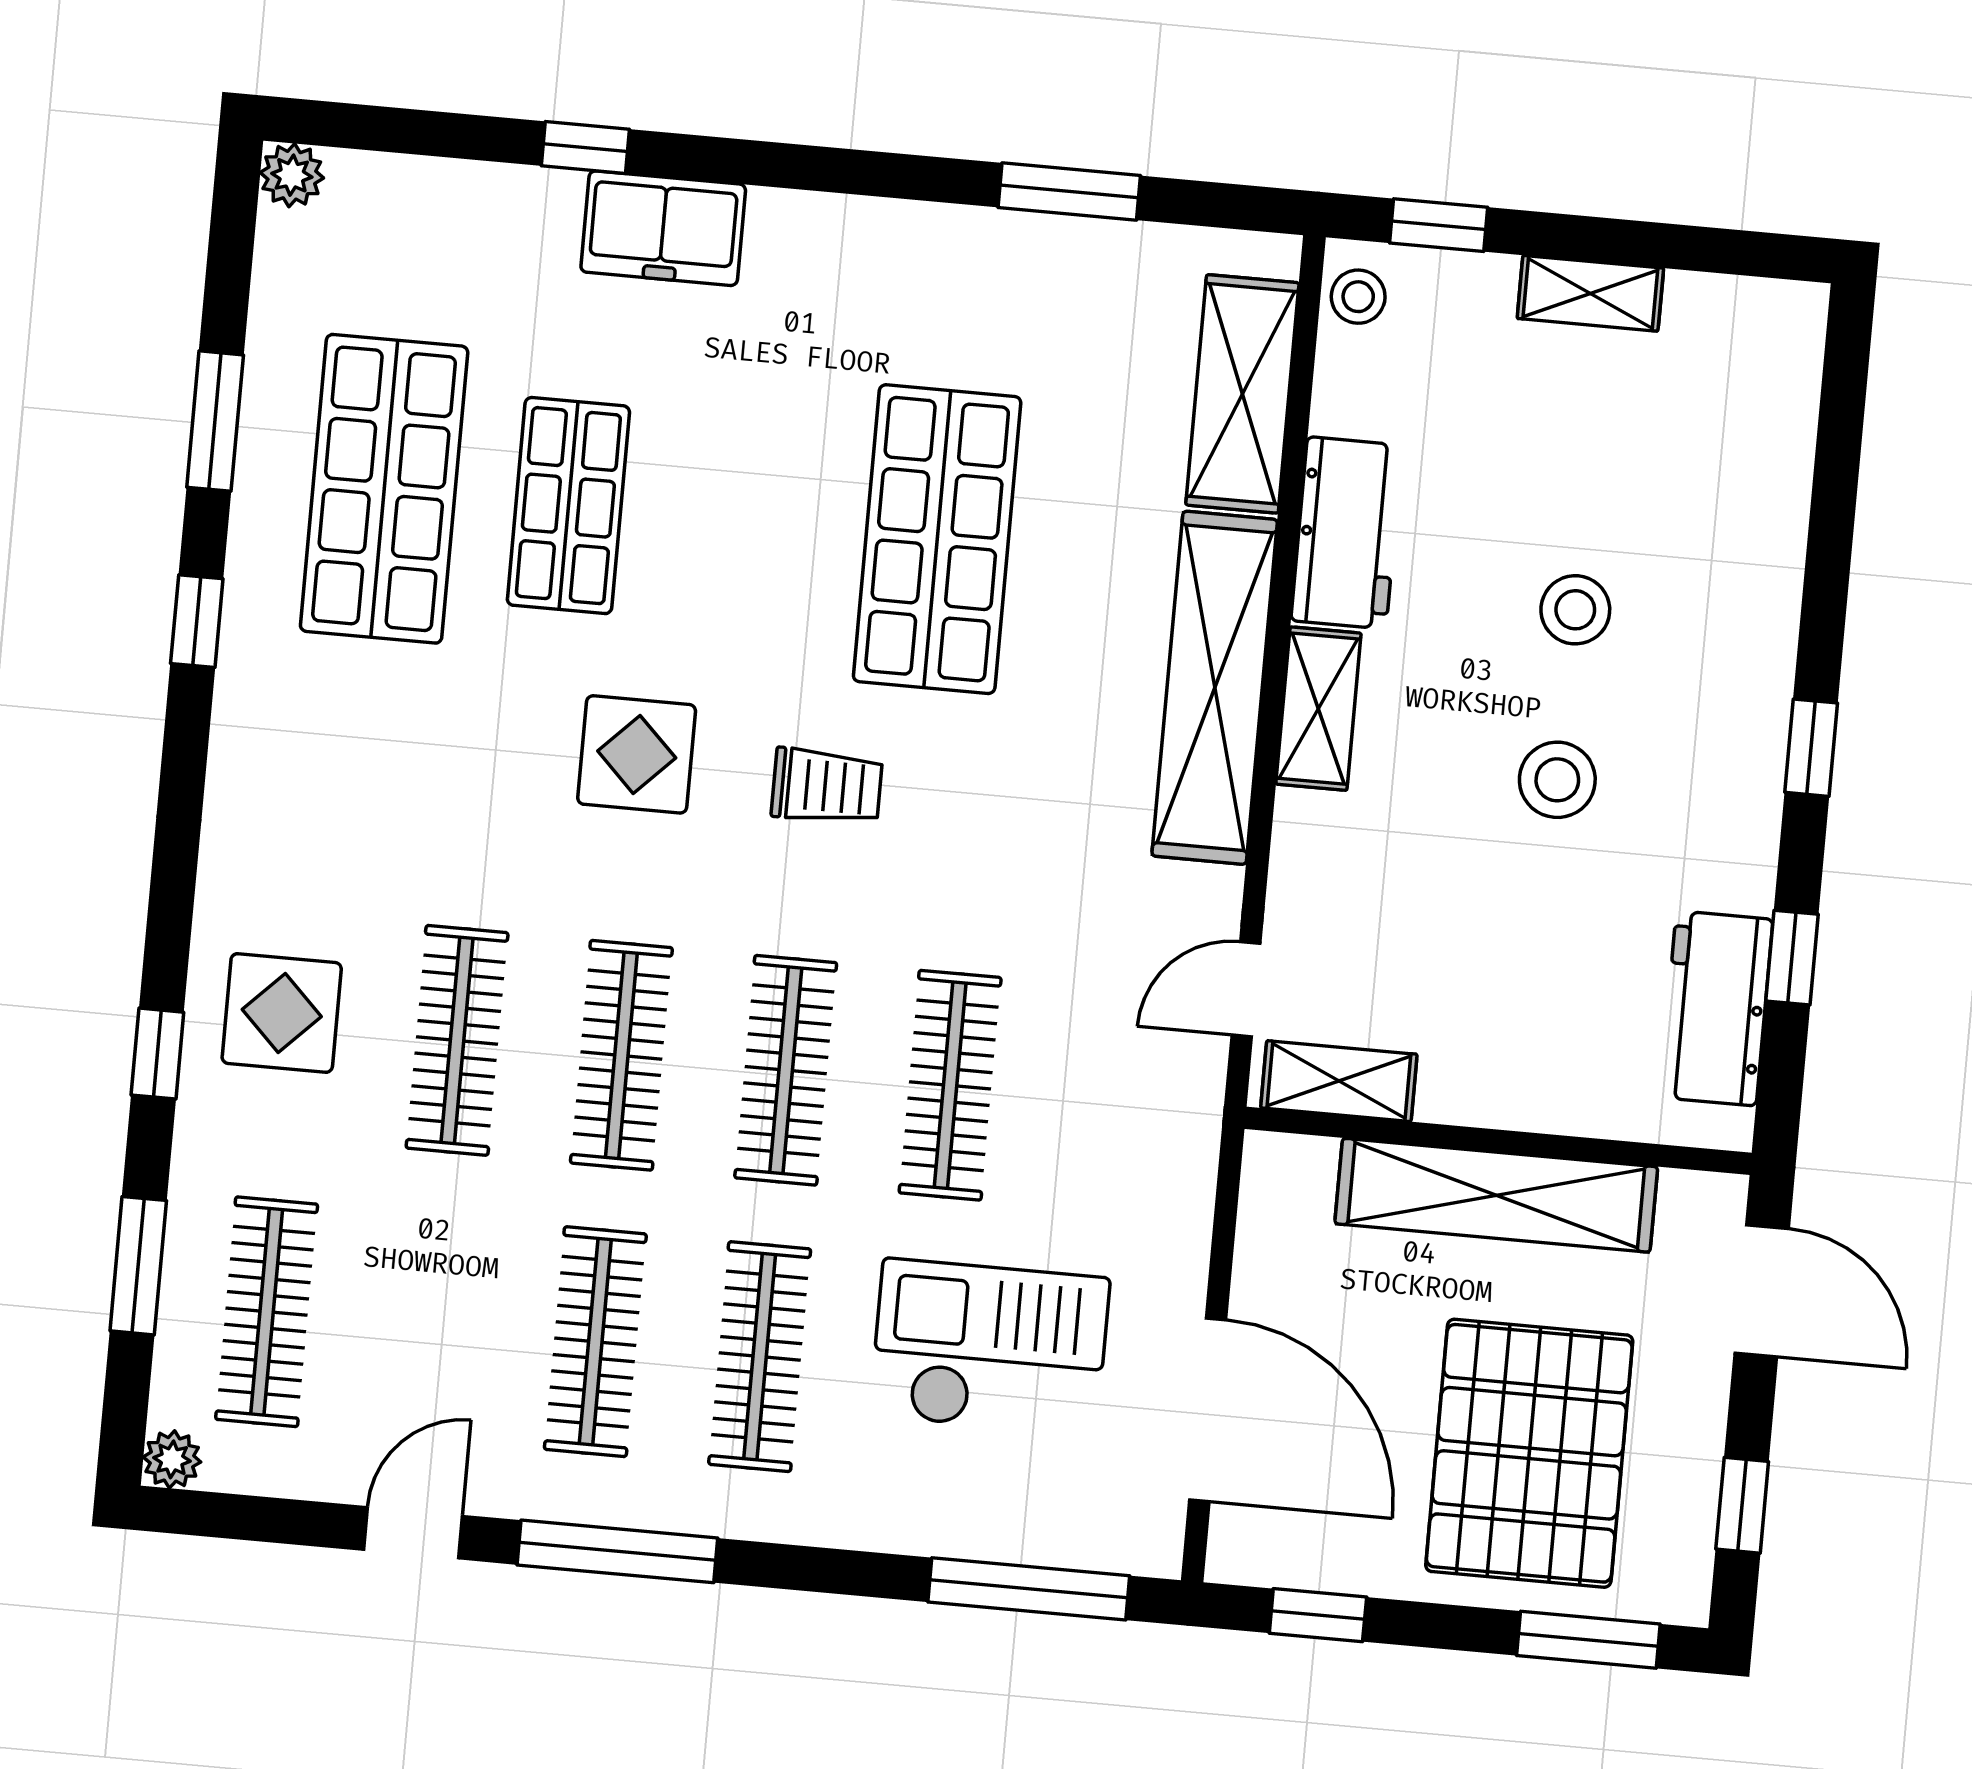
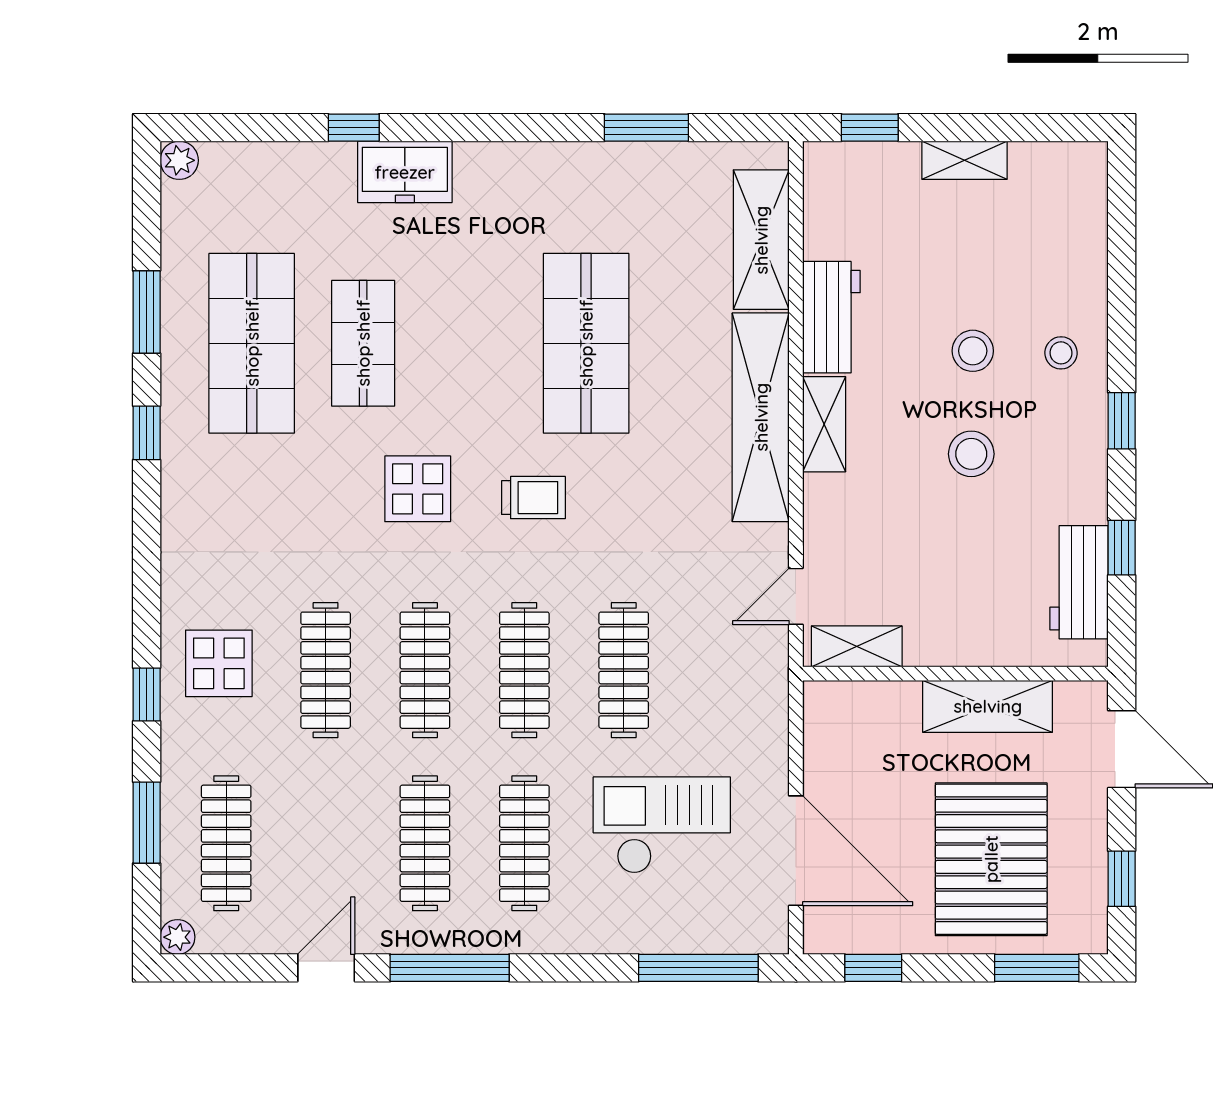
stool: (1358, 297) -> (1061, 353), moved
shelving: (1496, 1195) -> (988, 706), width x0.68

